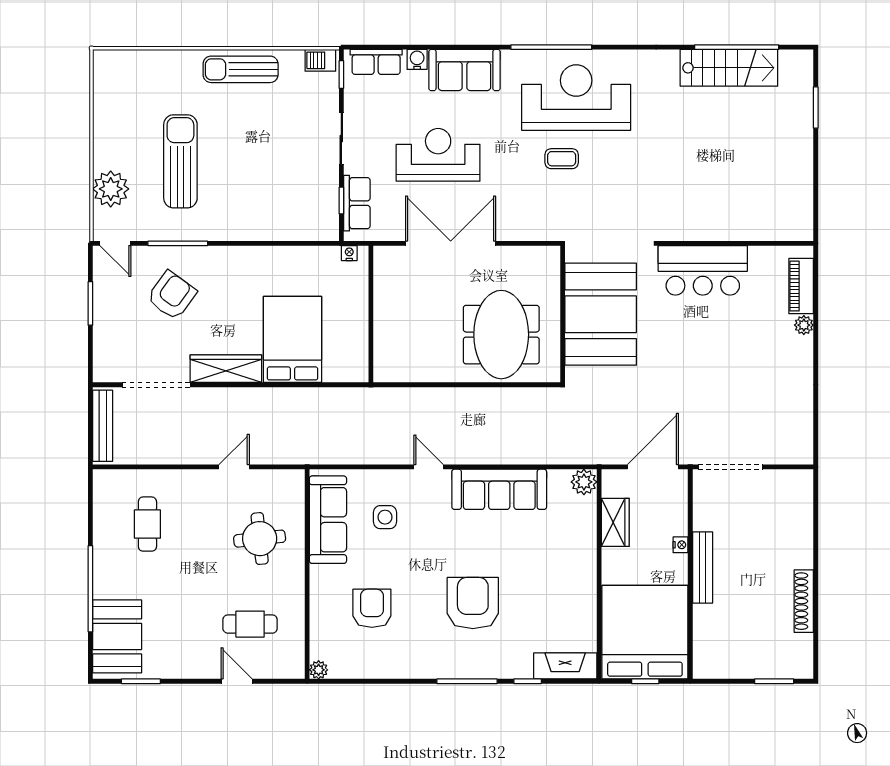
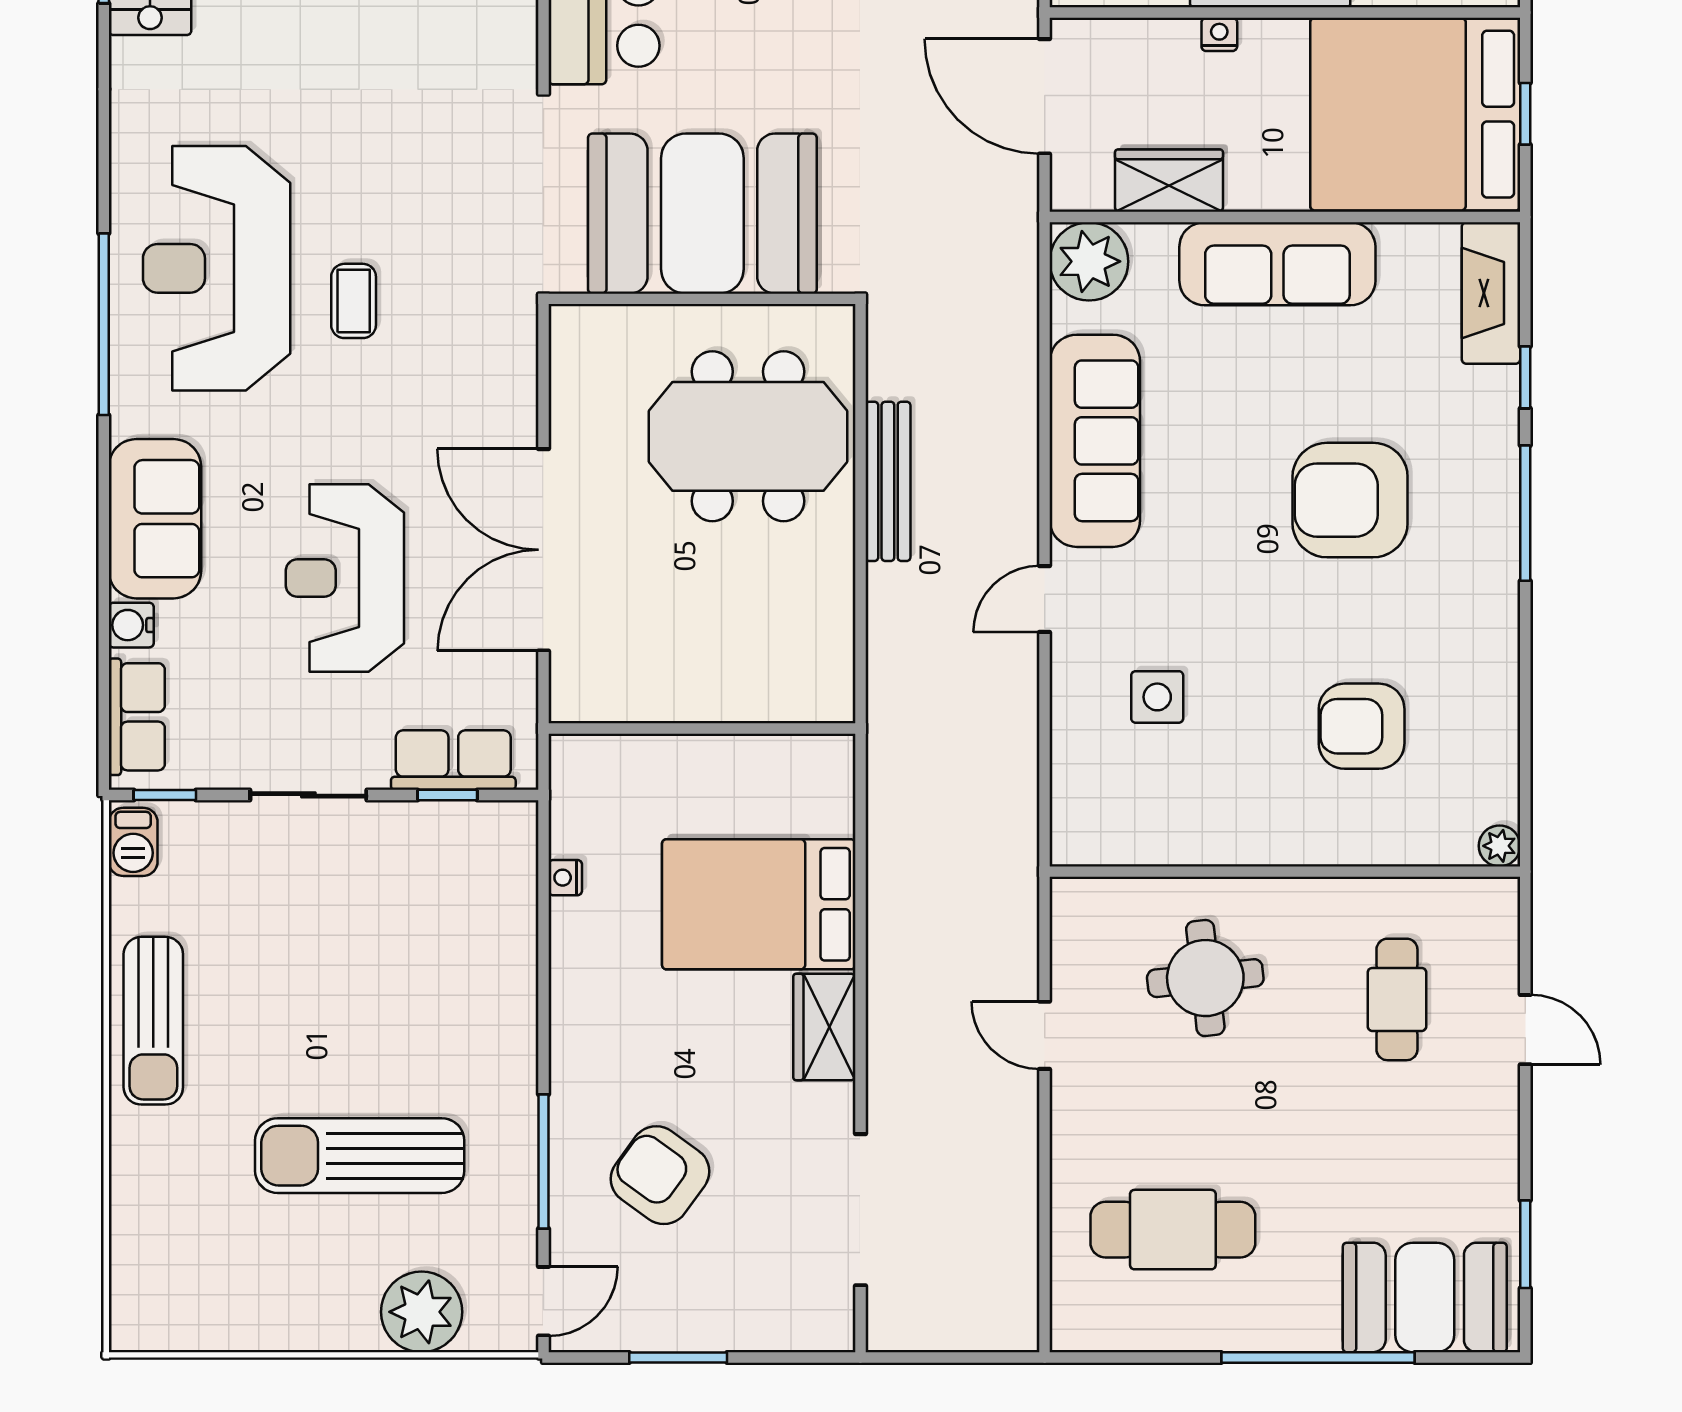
nightstand: (349, 253) -> (565, 878), moved
wardrobe: (226, 369) -> (824, 1027), width x0.67
bench: (103, 426) -> (888, 481), moved, turned 90
plant: (584, 482) -> (1089, 261), width x1.36, depth x1.36
sofa: (328, 520) -> (1277, 264), moved, turned 180
cafe table: (147, 524) -> (1173, 1230), width x1.37, depth x1.35
door: (237, 681) -> (1525, 1030), swing flipped

